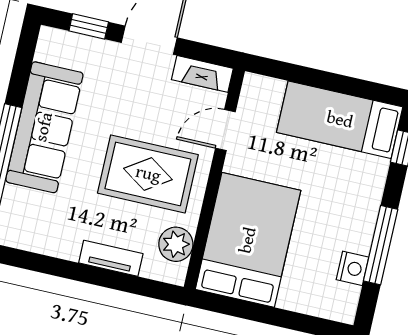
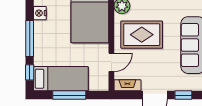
window: (330, 81) -> (69, 95), added
window: (381, 245) -> (30, 39), moved

